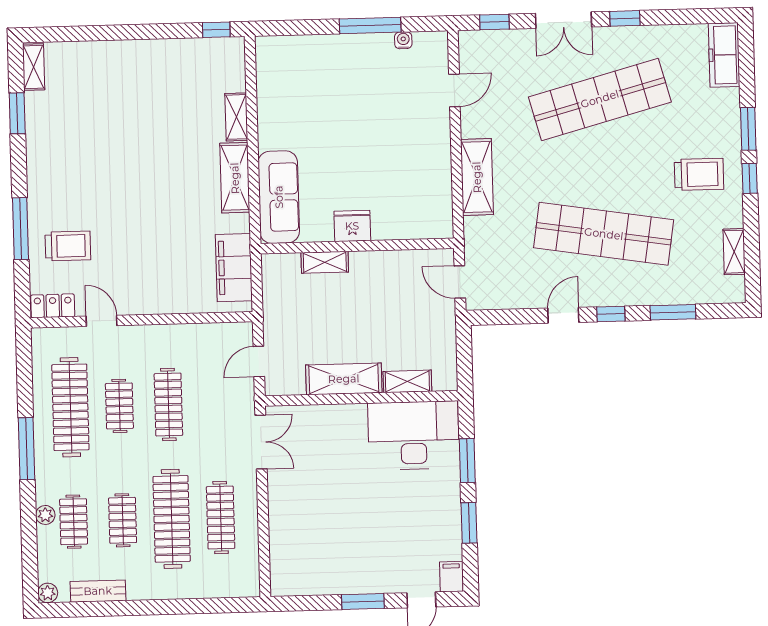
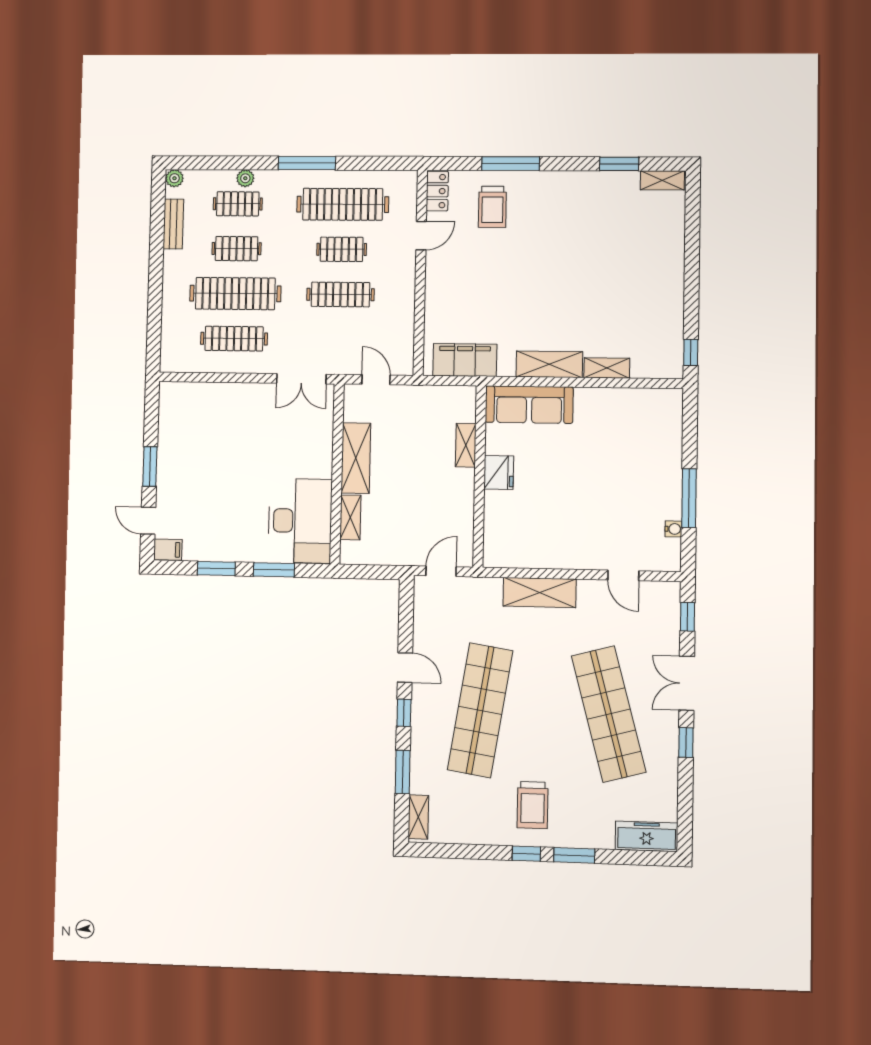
shelving: (734, 252) -> (418, 817), moved, turned 90

